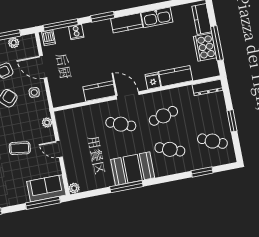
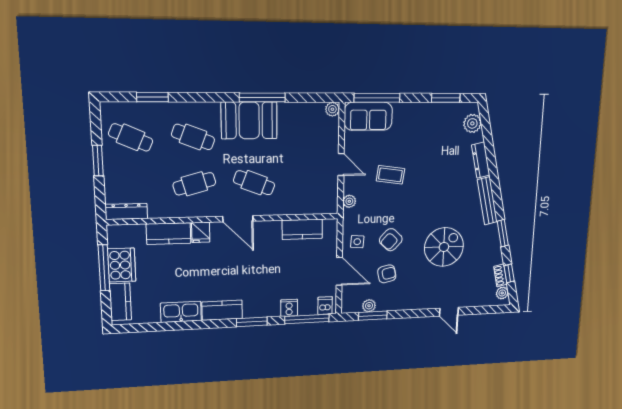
kitchen counter: (99, 91) -> (302, 229), moved

